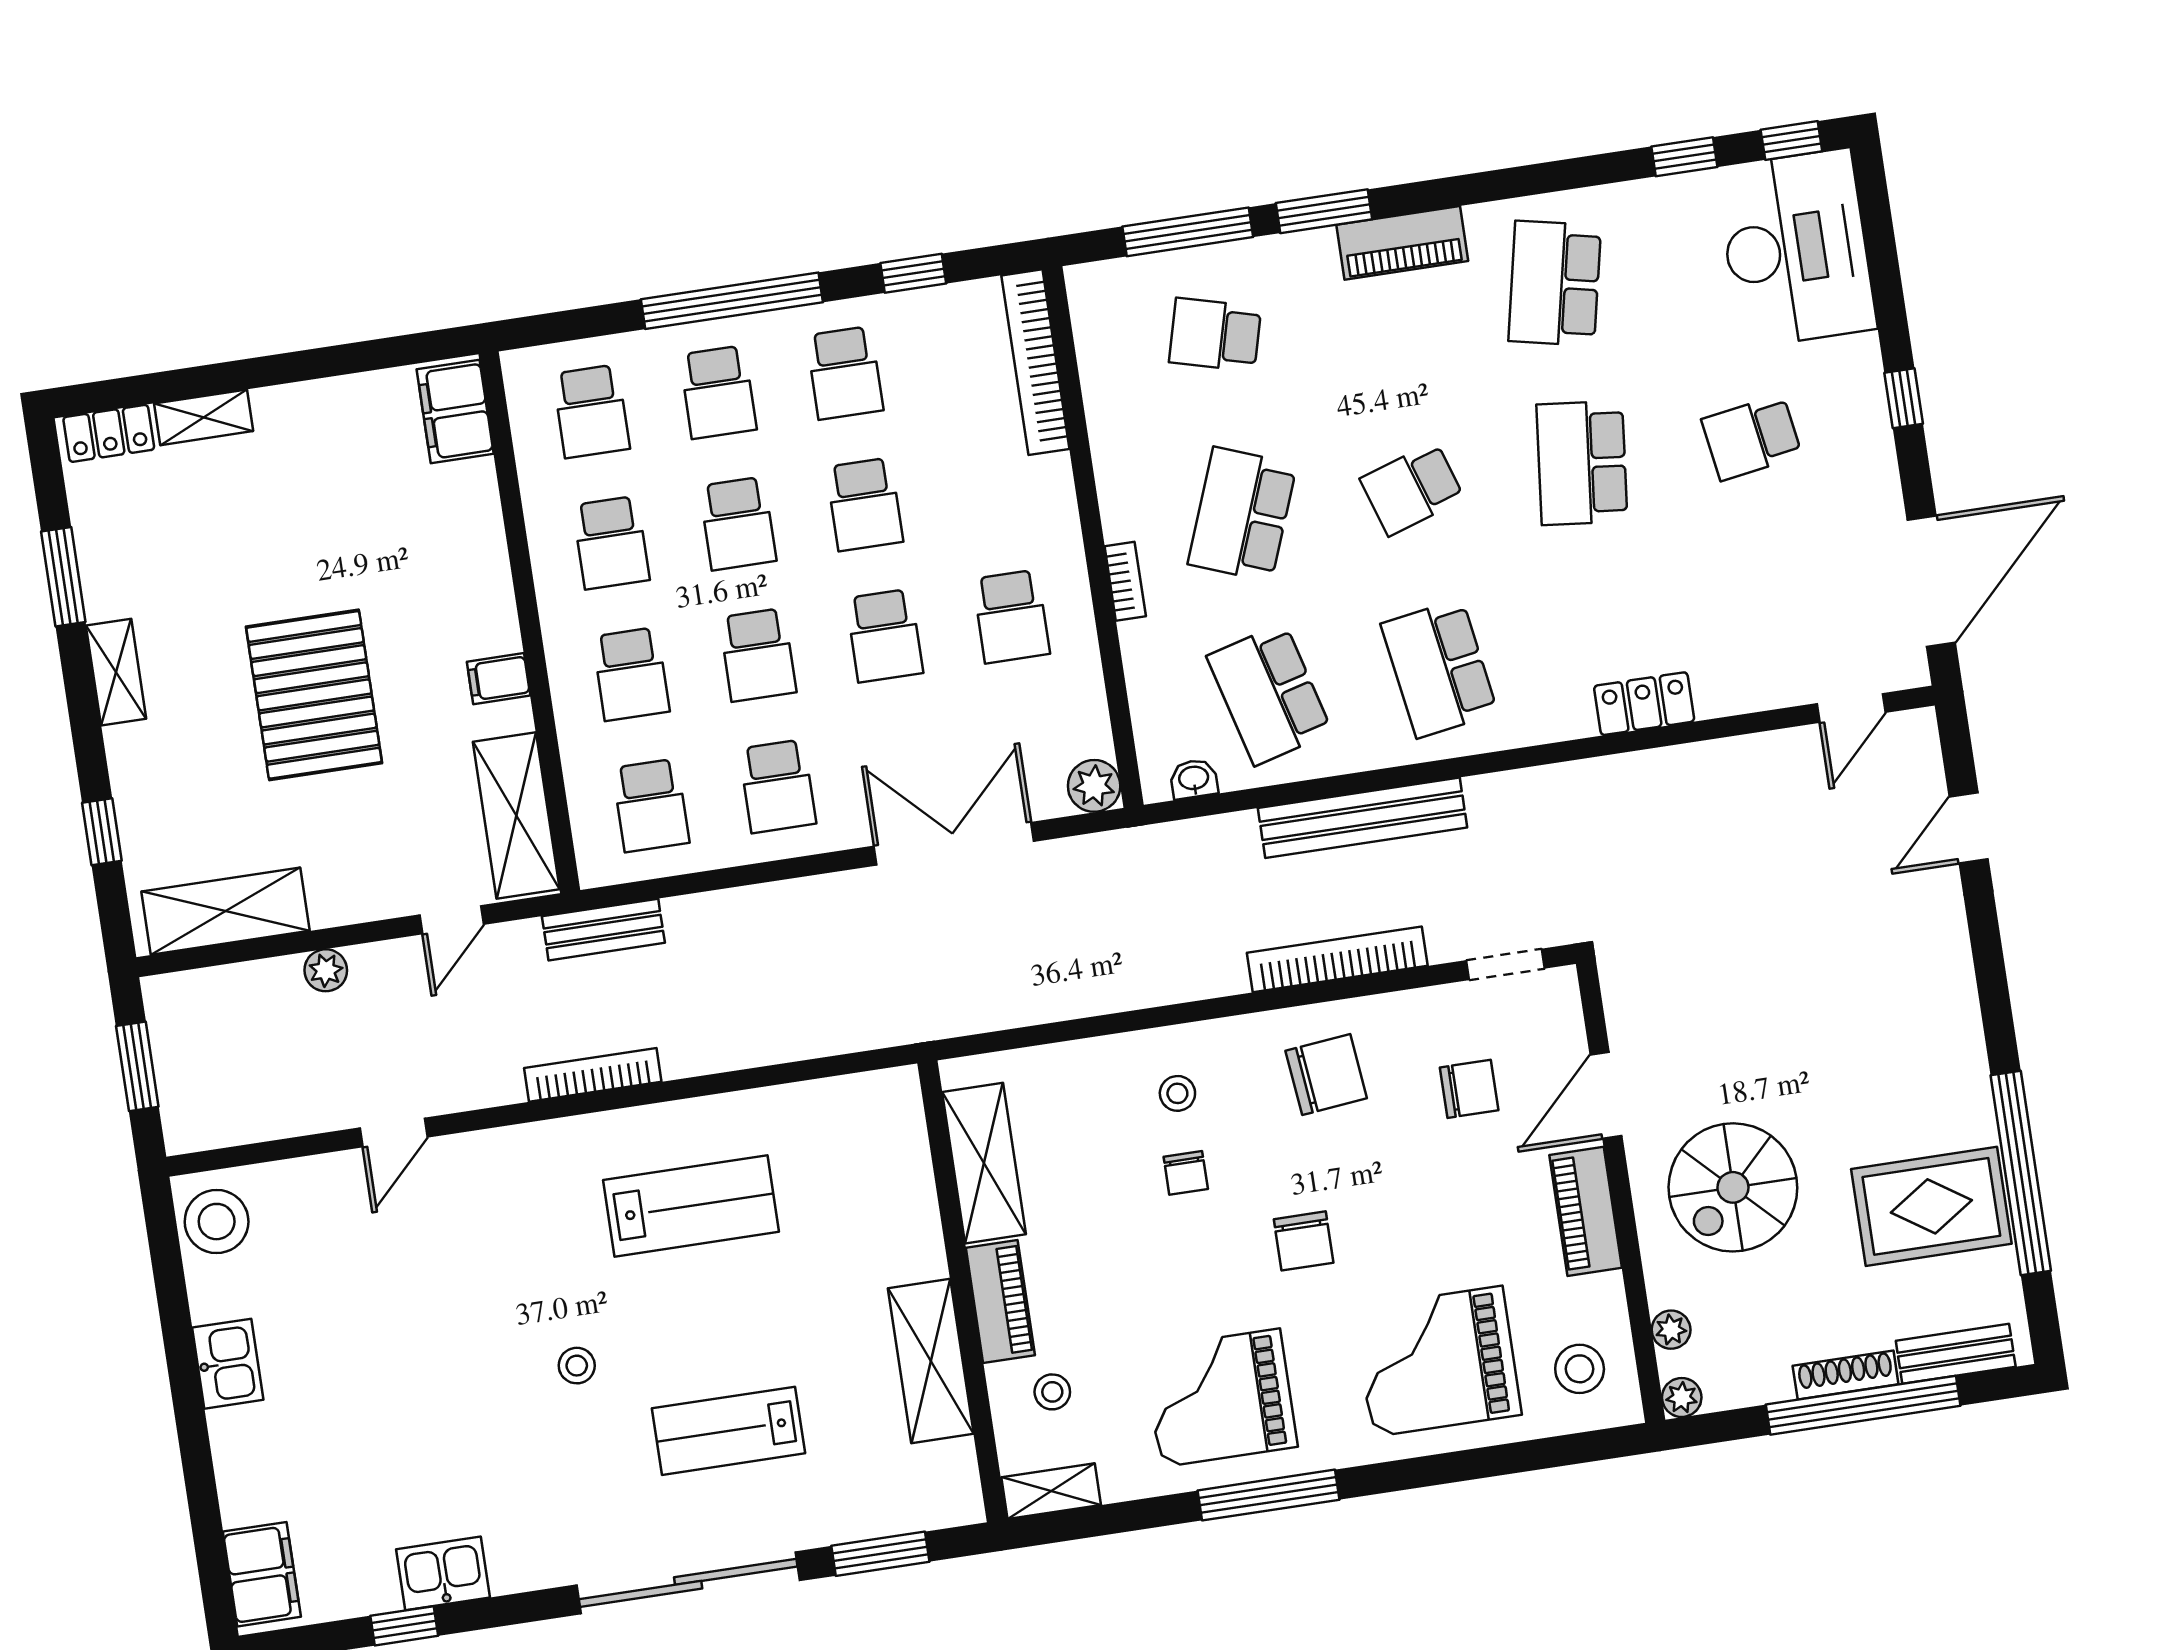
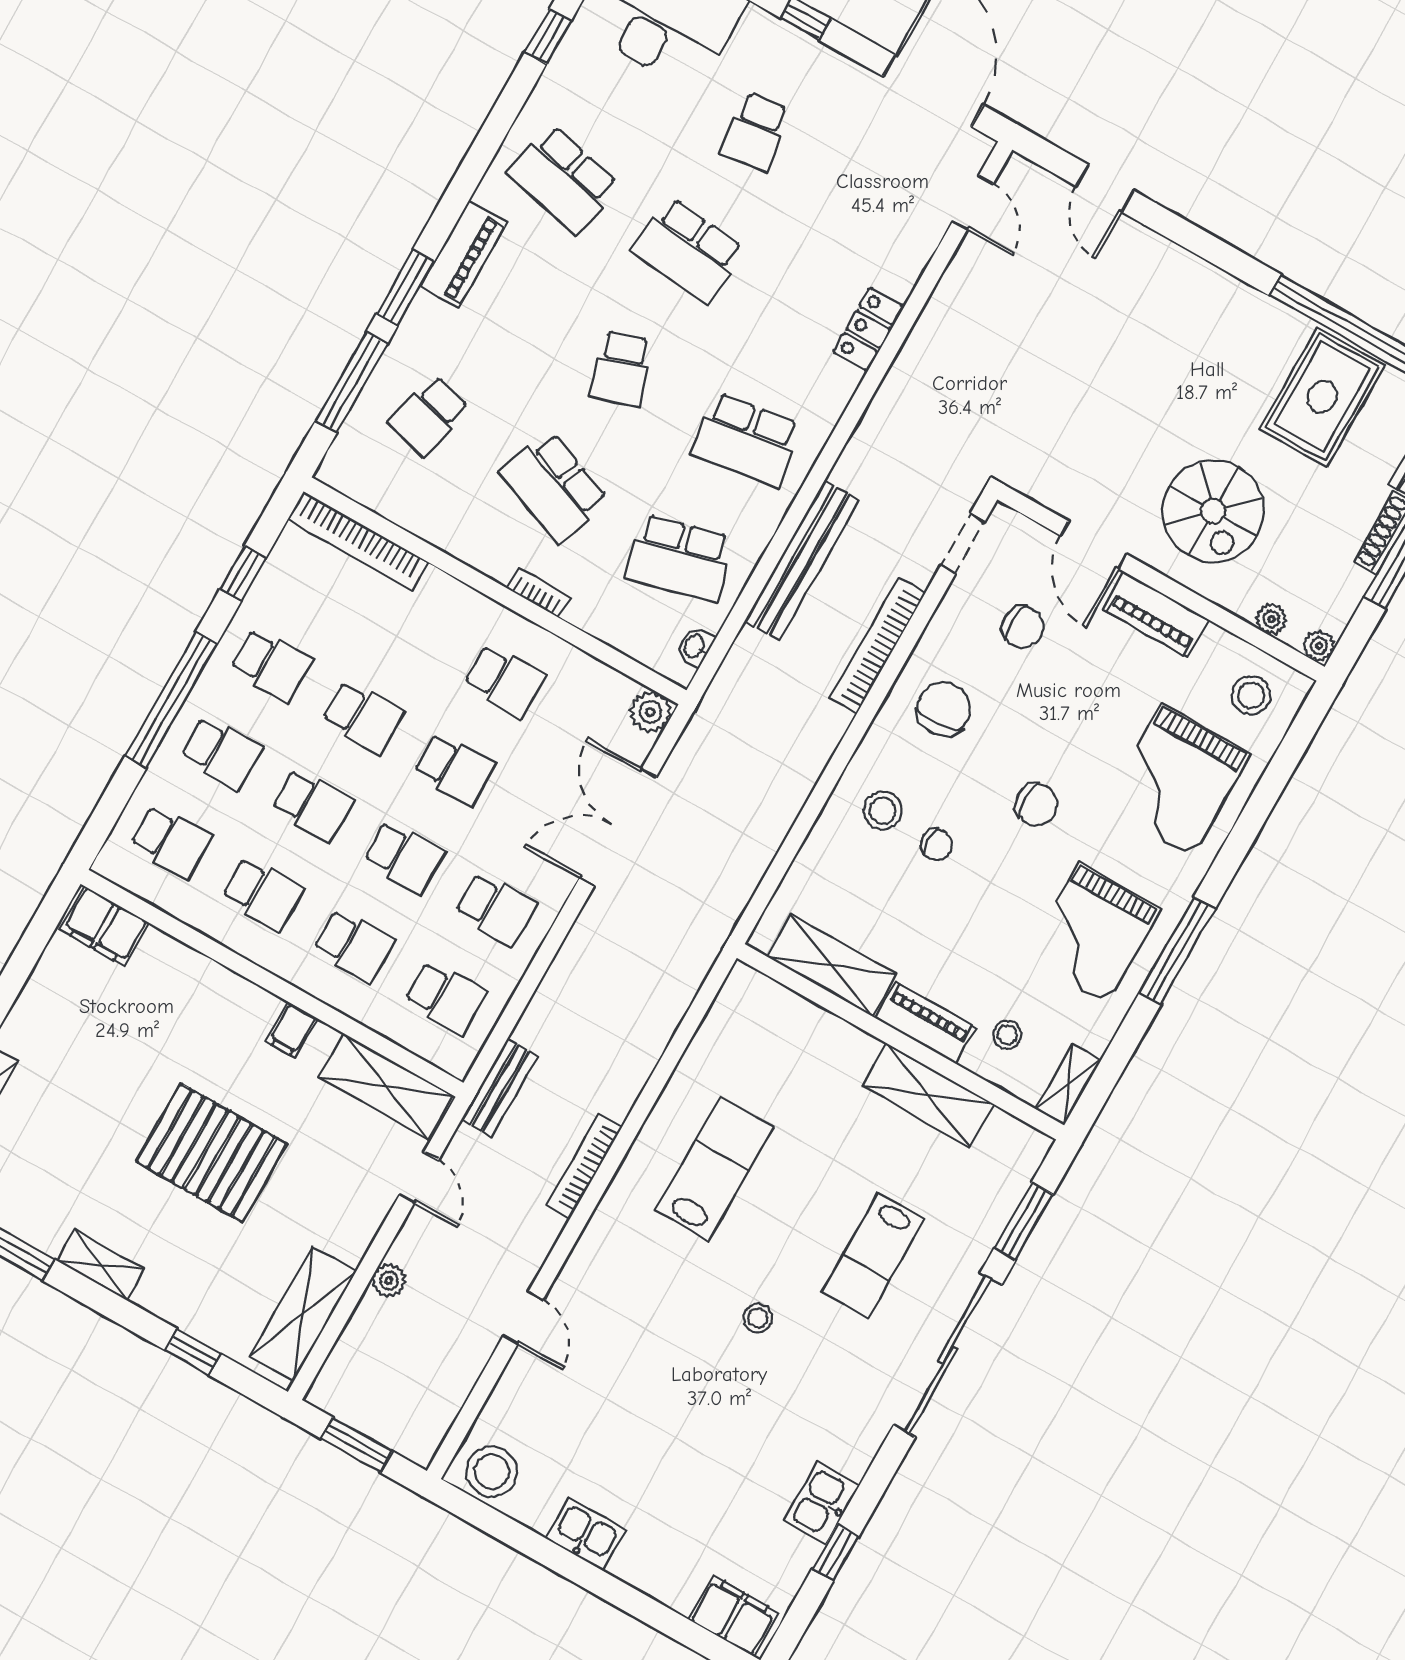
chair: (1469, 1089) -> (1023, 627), turned 93
stool: (1177, 1093) -> (883, 811), width x1.37, depth x1.37

